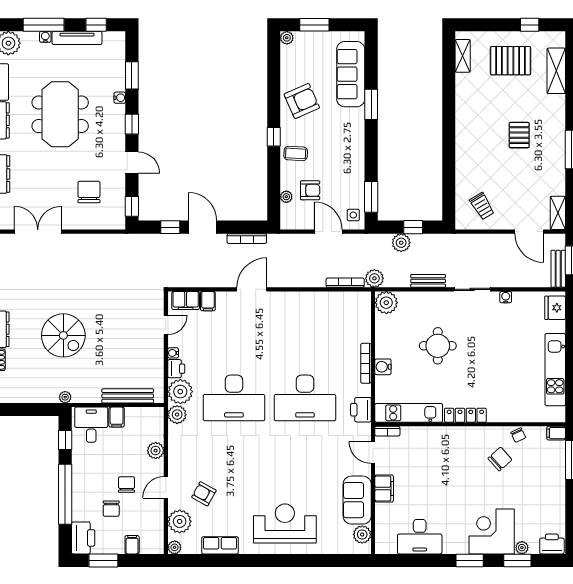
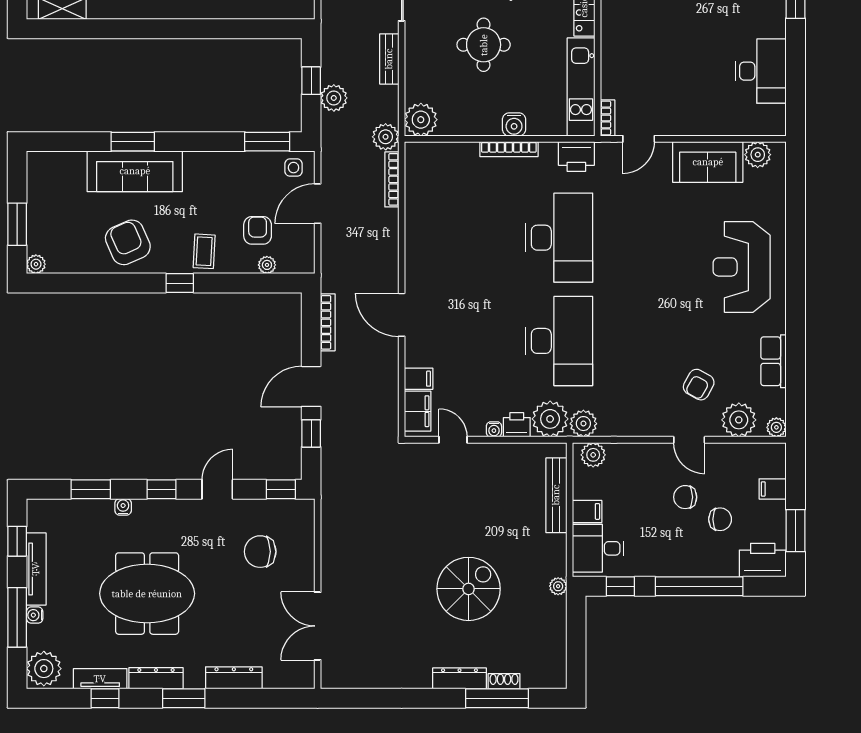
sofa: (351, 74) -> (135, 171), moved
plant: (156, 451) -> (593, 455), moved
filing cabinet: (384, 489) -> (691, 123), removed

